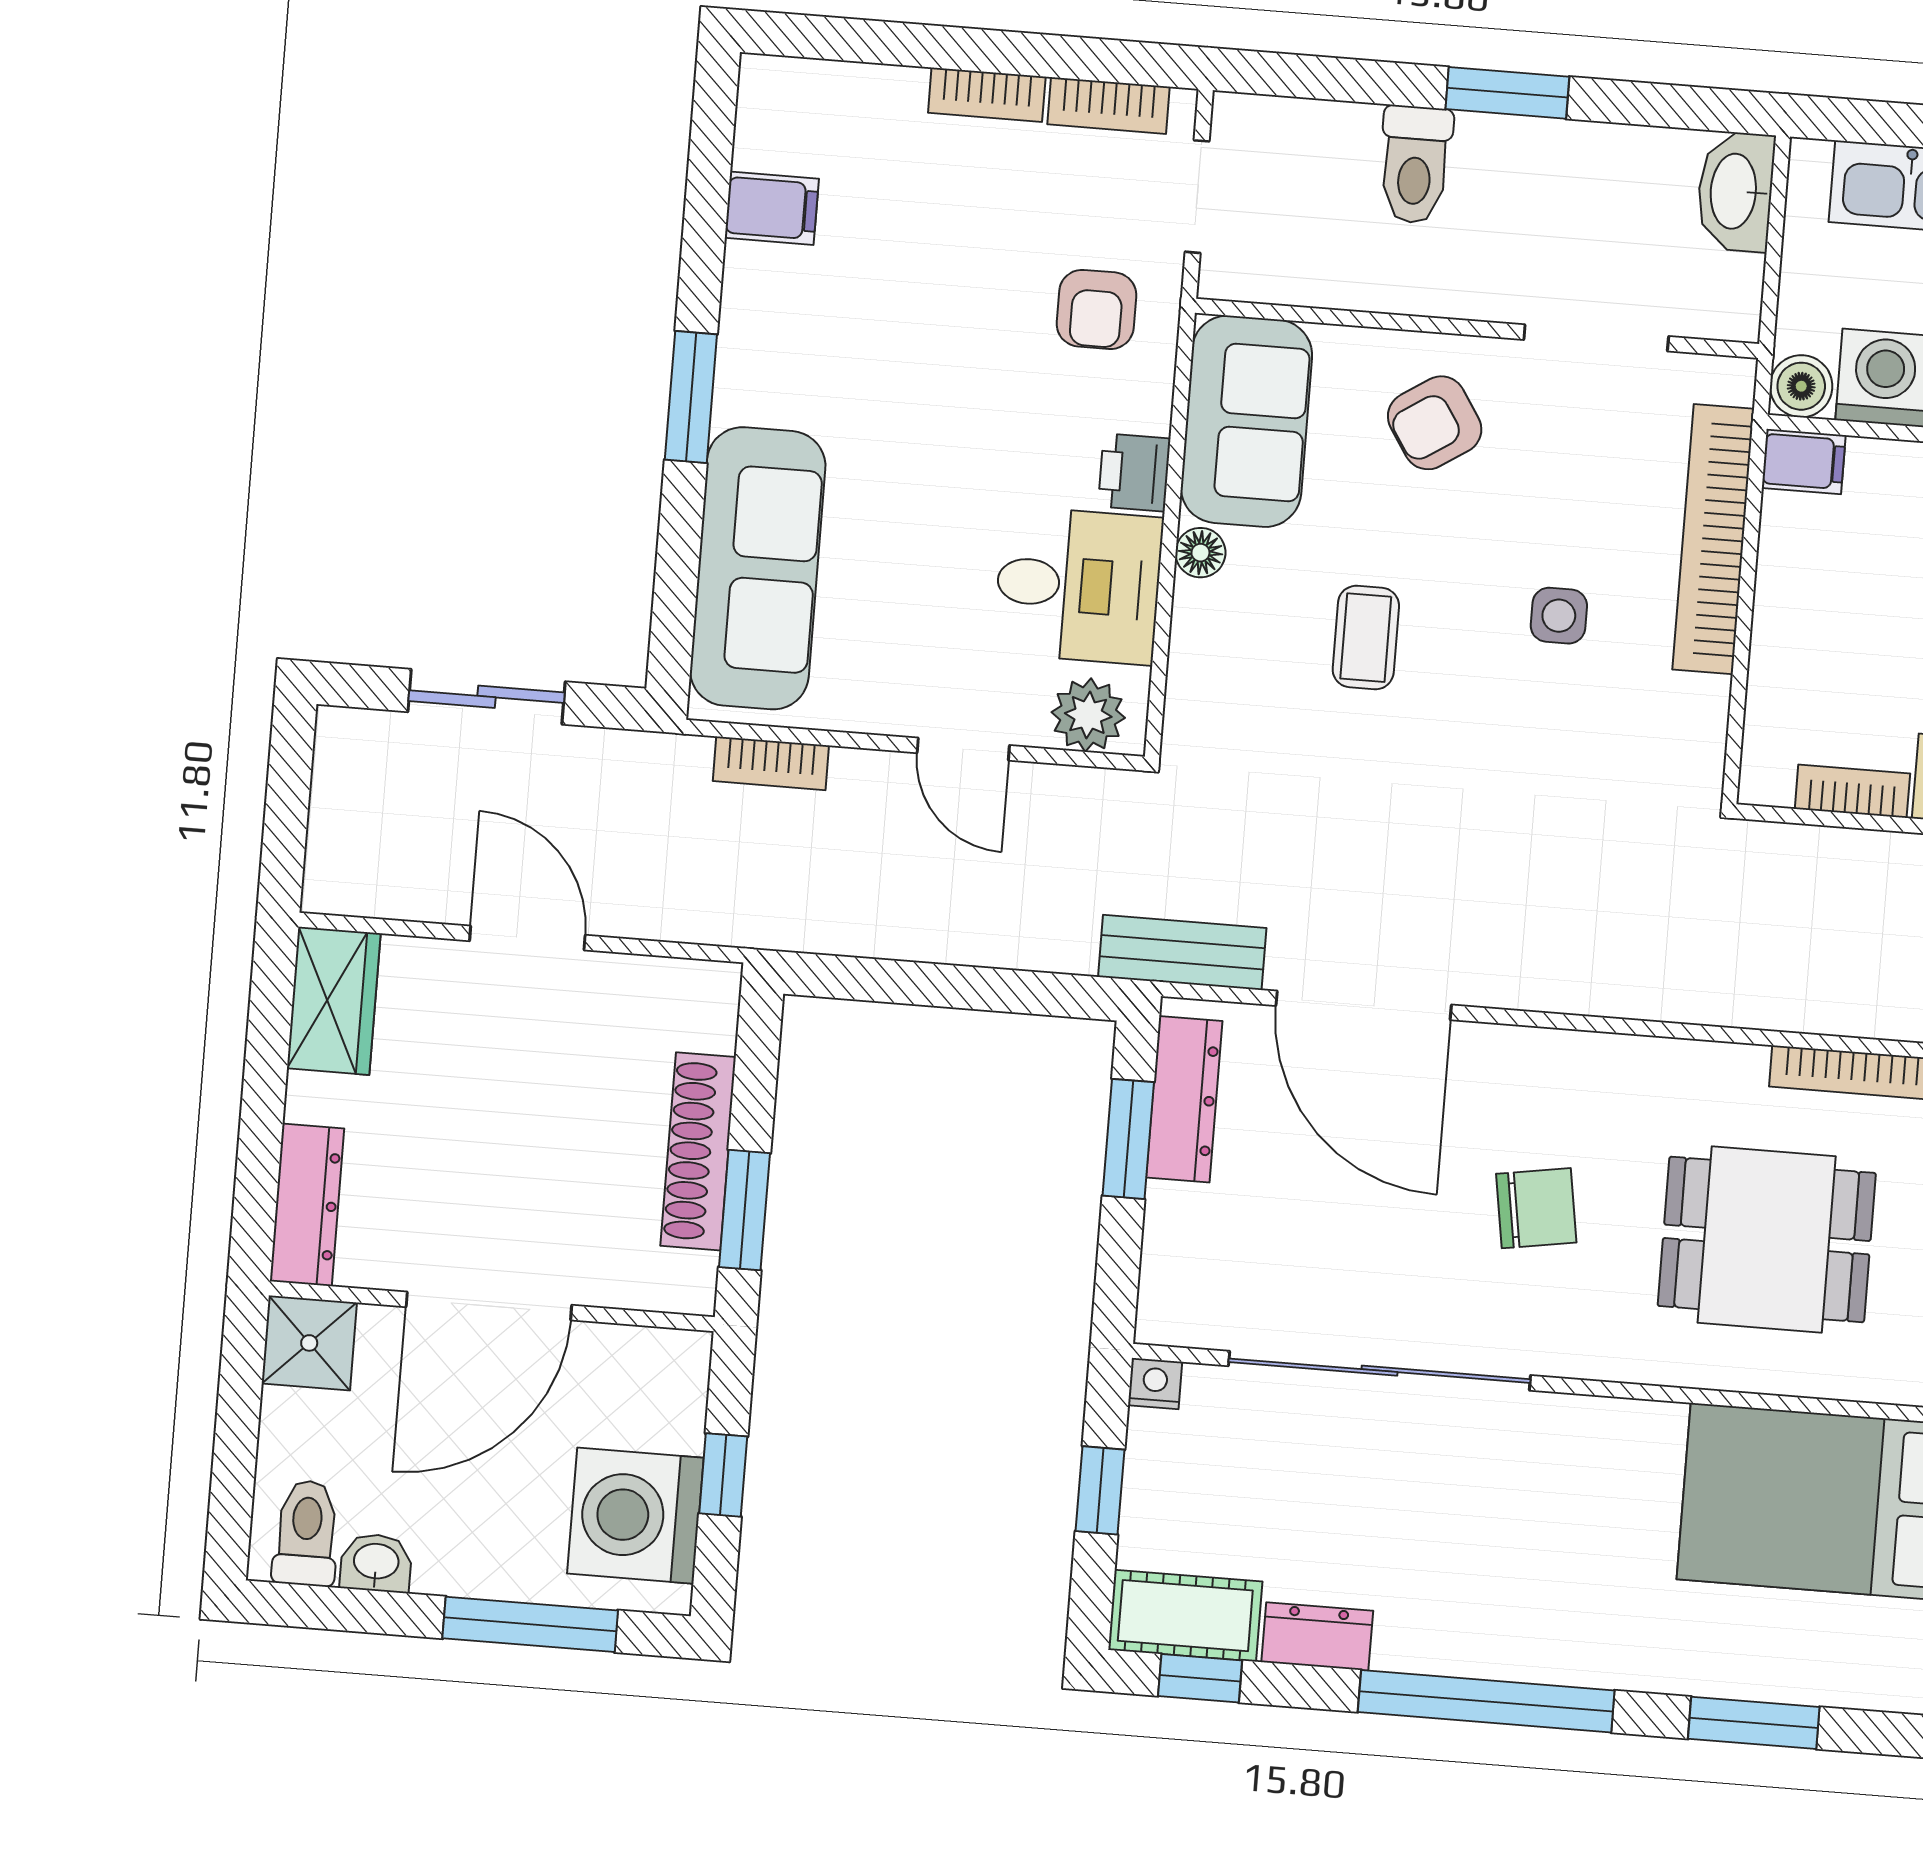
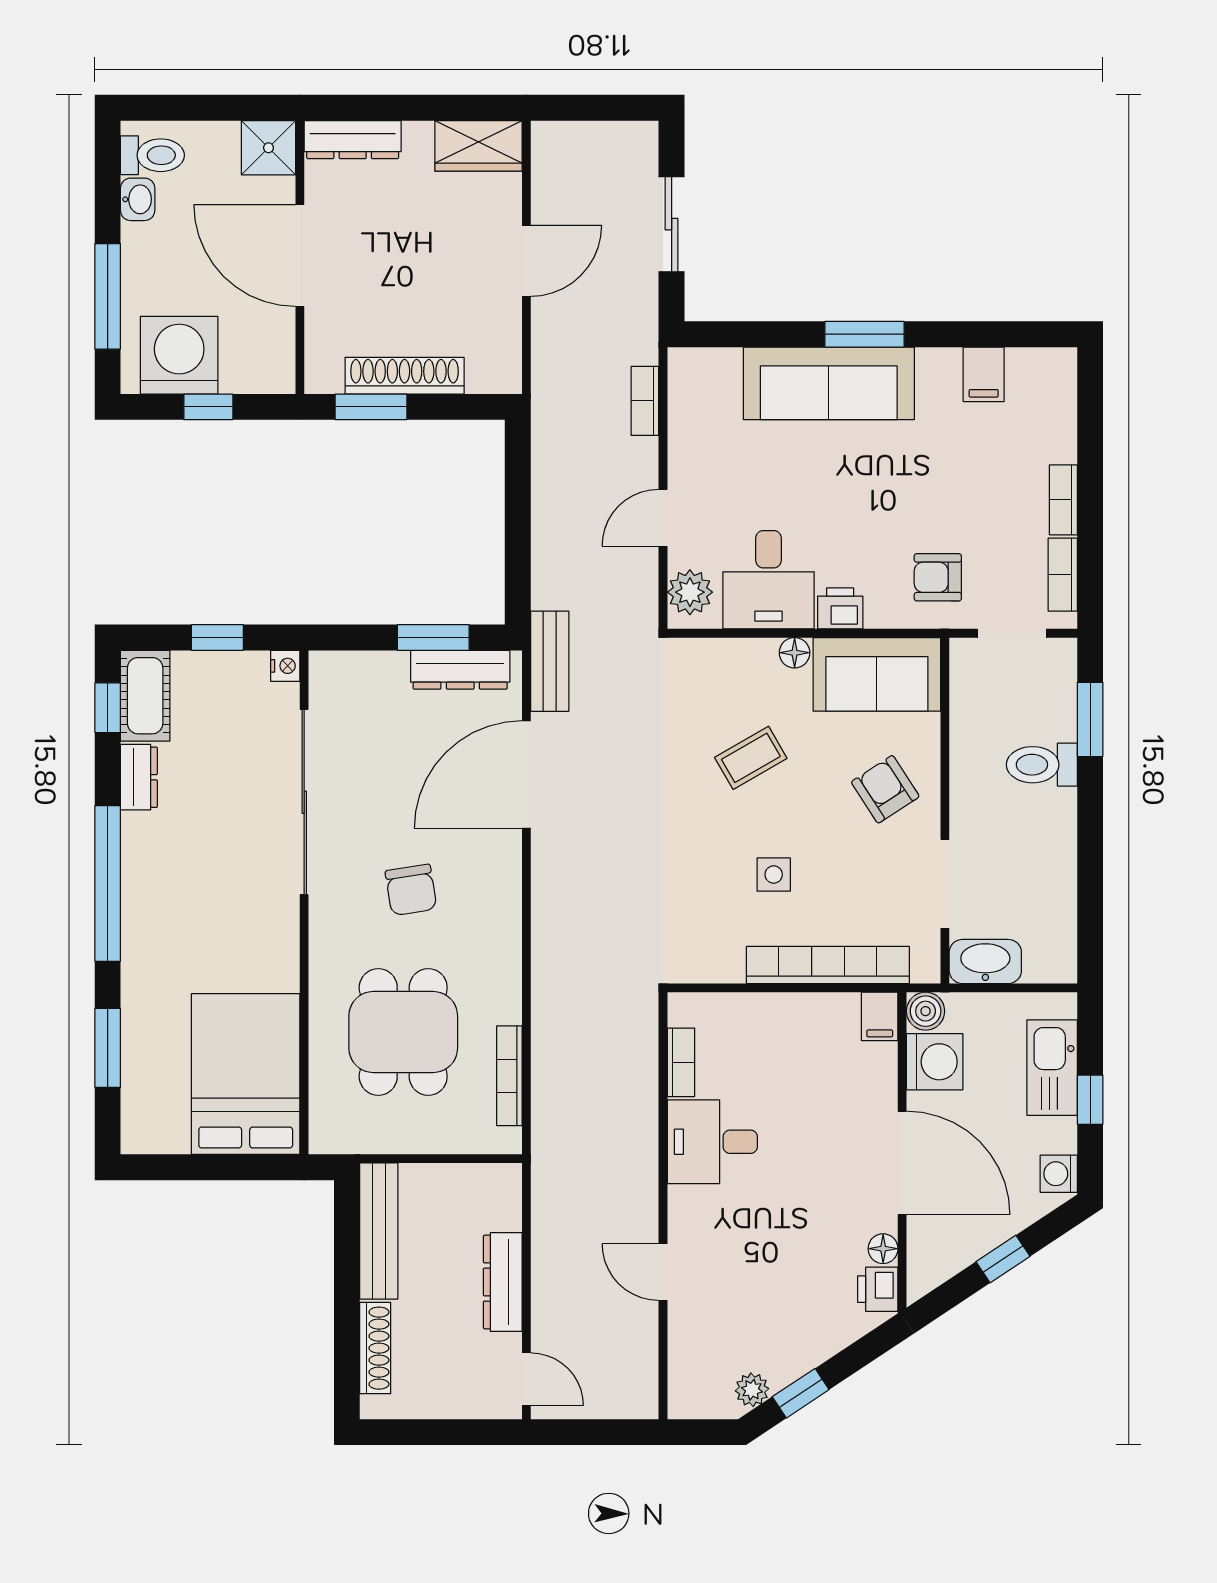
window: (1507, 93) -> (1090, 719), moved
washbasin: (1735, 191) -> (985, 961), moved
sofa: (758, 568) -> (829, 383), moved
coffee table: (1366, 638) -> (751, 758), turned -30

